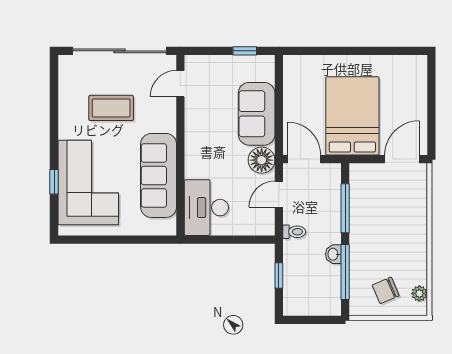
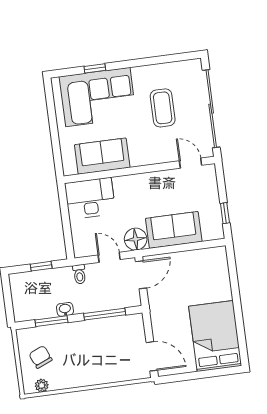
bed: (352, 116) -> (215, 336), moved, turned -90
sofa: (159, 175) -> (102, 156), width x0.73
window: (345, 272) -> (51, 321), width x0.69

